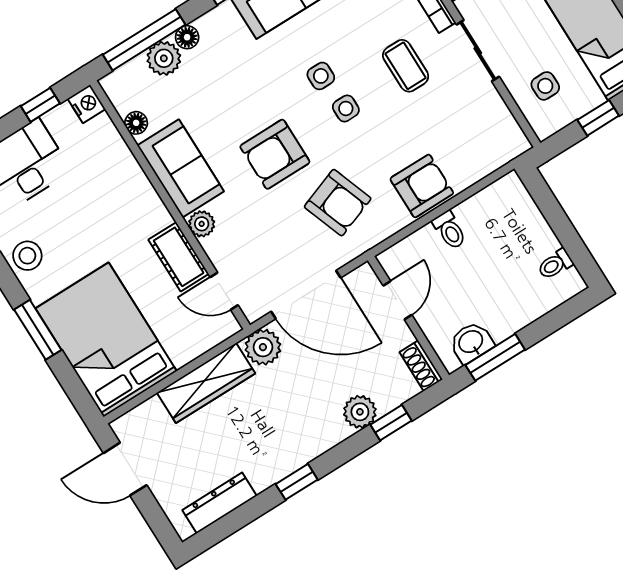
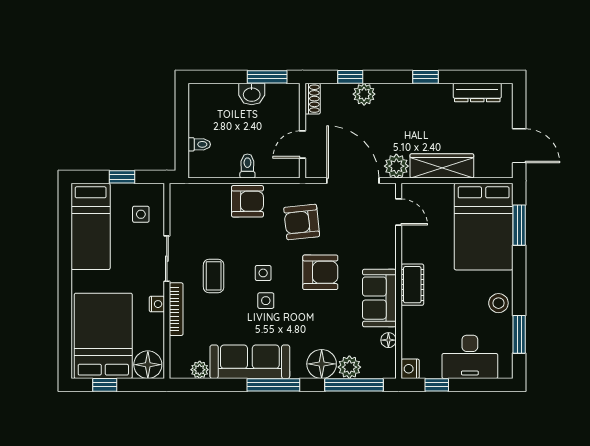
floor lamp: (187, 37) -> (322, 364), width x1.89, depth x1.89
armchair: (422, 186) -> (247, 201), turned 180
armchair: (338, 203) -> (302, 222), turned -76
plant: (202, 224) -> (387, 259), removed
cot: (179, 257) -> (412, 285), moved
toilet: (555, 264) -> (199, 144), moved
window: (38, 330) -> (519, 225), moved
washbasin: (471, 342) -> (252, 94), moved

